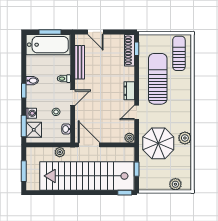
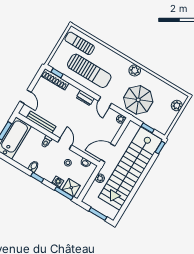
door: (95, 32) -> (26, 97), hinge flipped
sun lounger: (158, 79) -> (89, 71), turned 180
plant: (185, 138) -> (135, 70), moved

